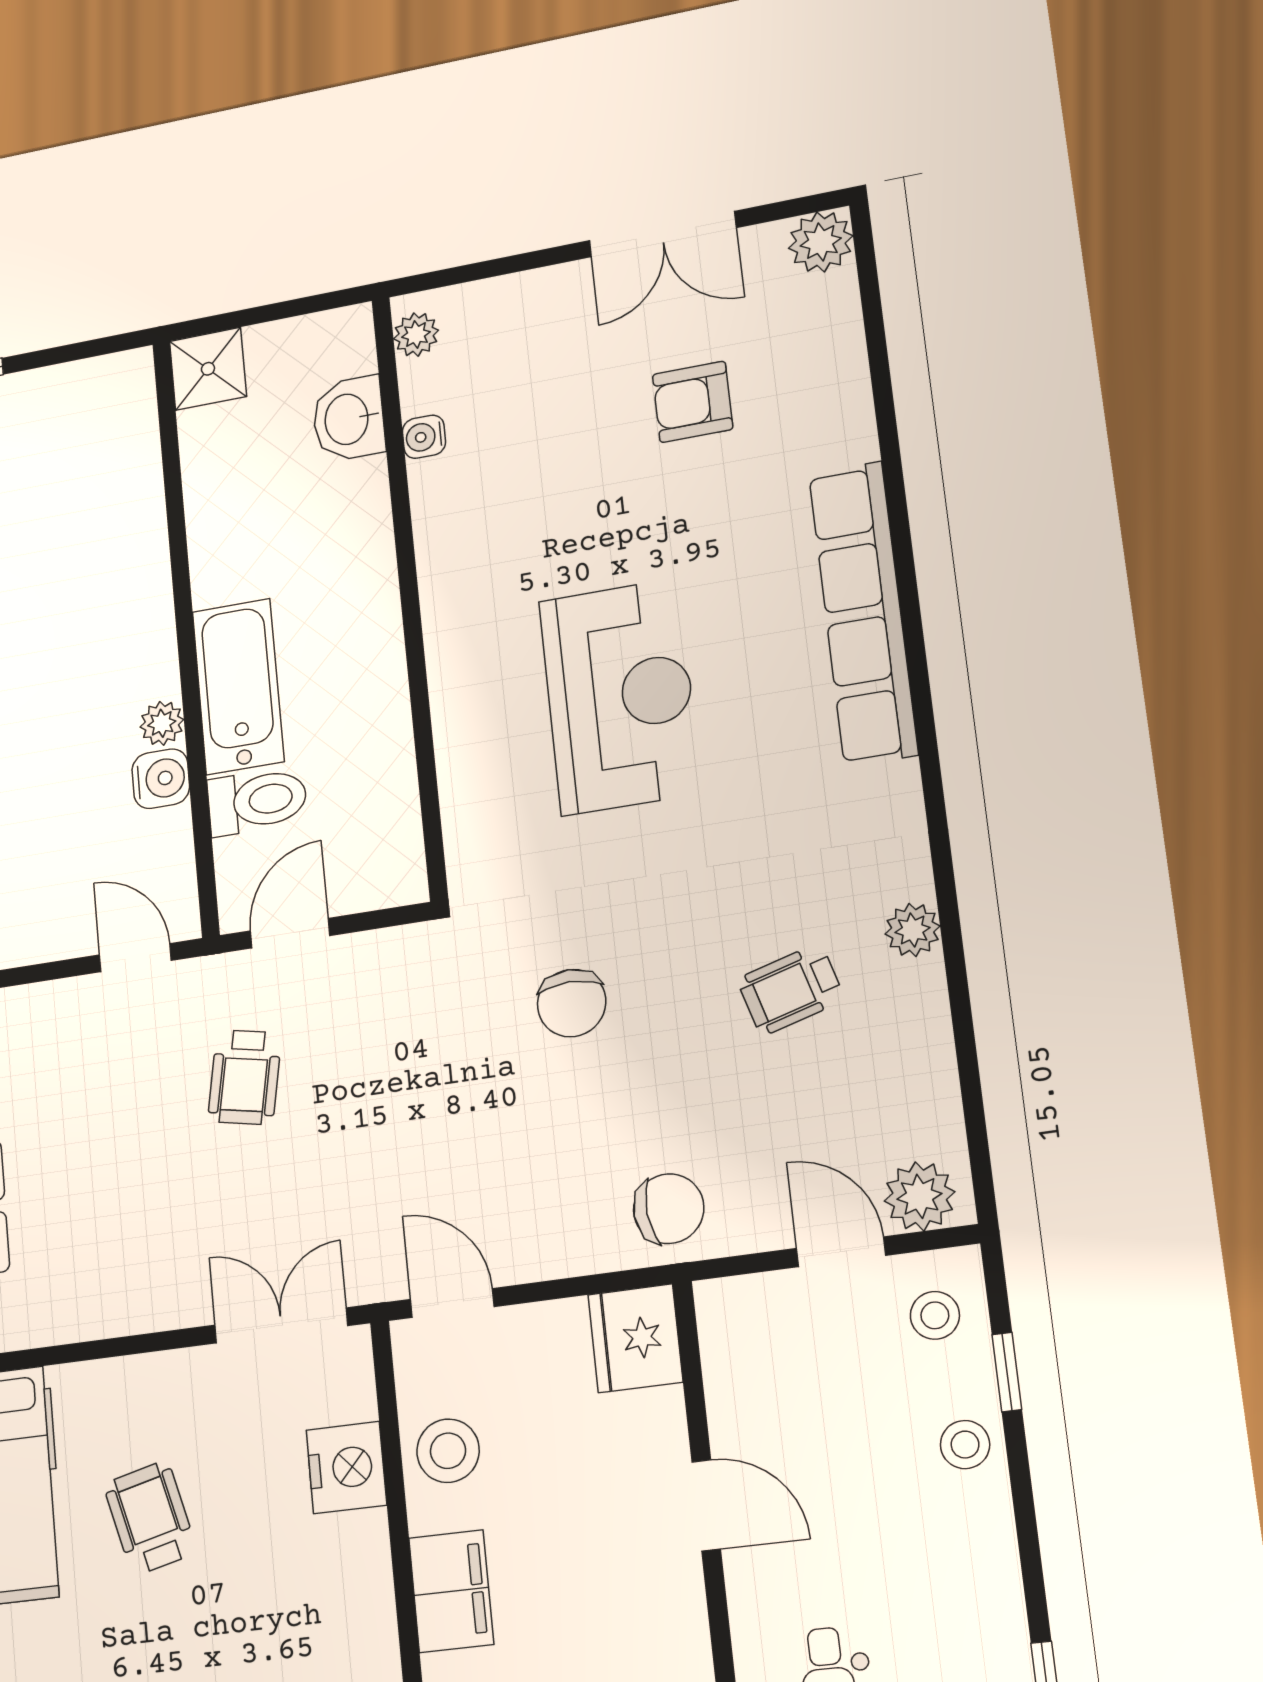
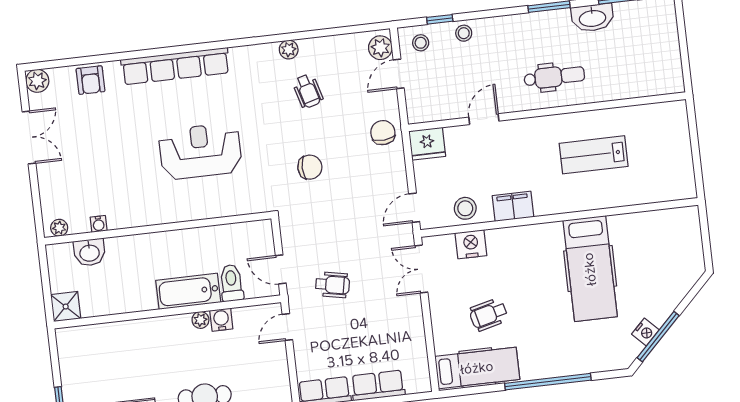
armchair: (693, 402) -> (90, 80), moved

